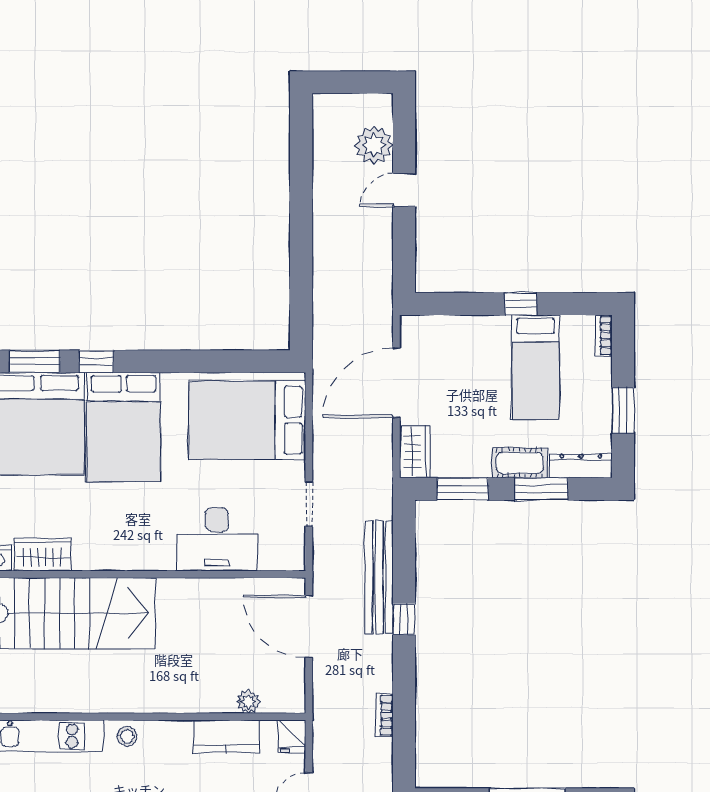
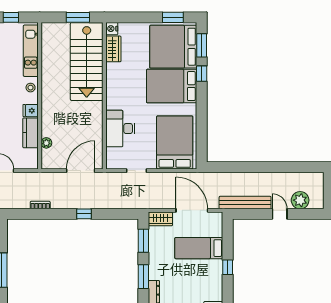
bed: (535, 367) -> (199, 248), moved
cot: (520, 463) -> (155, 267), removed
bench: (379, 577) -> (245, 203), moved
fridge: (292, 736) -> (31, 111), moved

